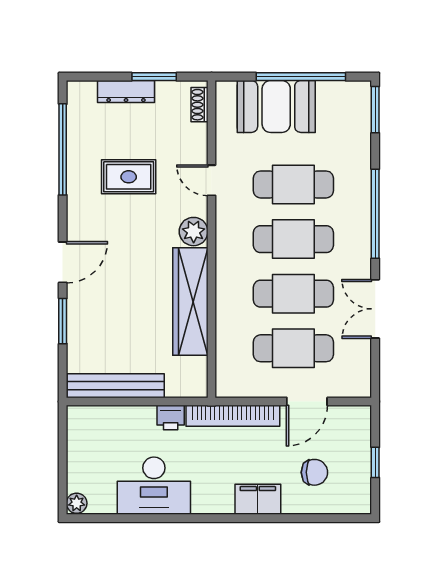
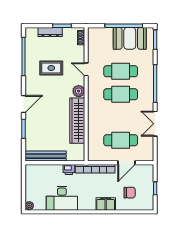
booth: (276, 106) -> (130, 38), moved
cafe table: (293, 294) -> (121, 117), removed

